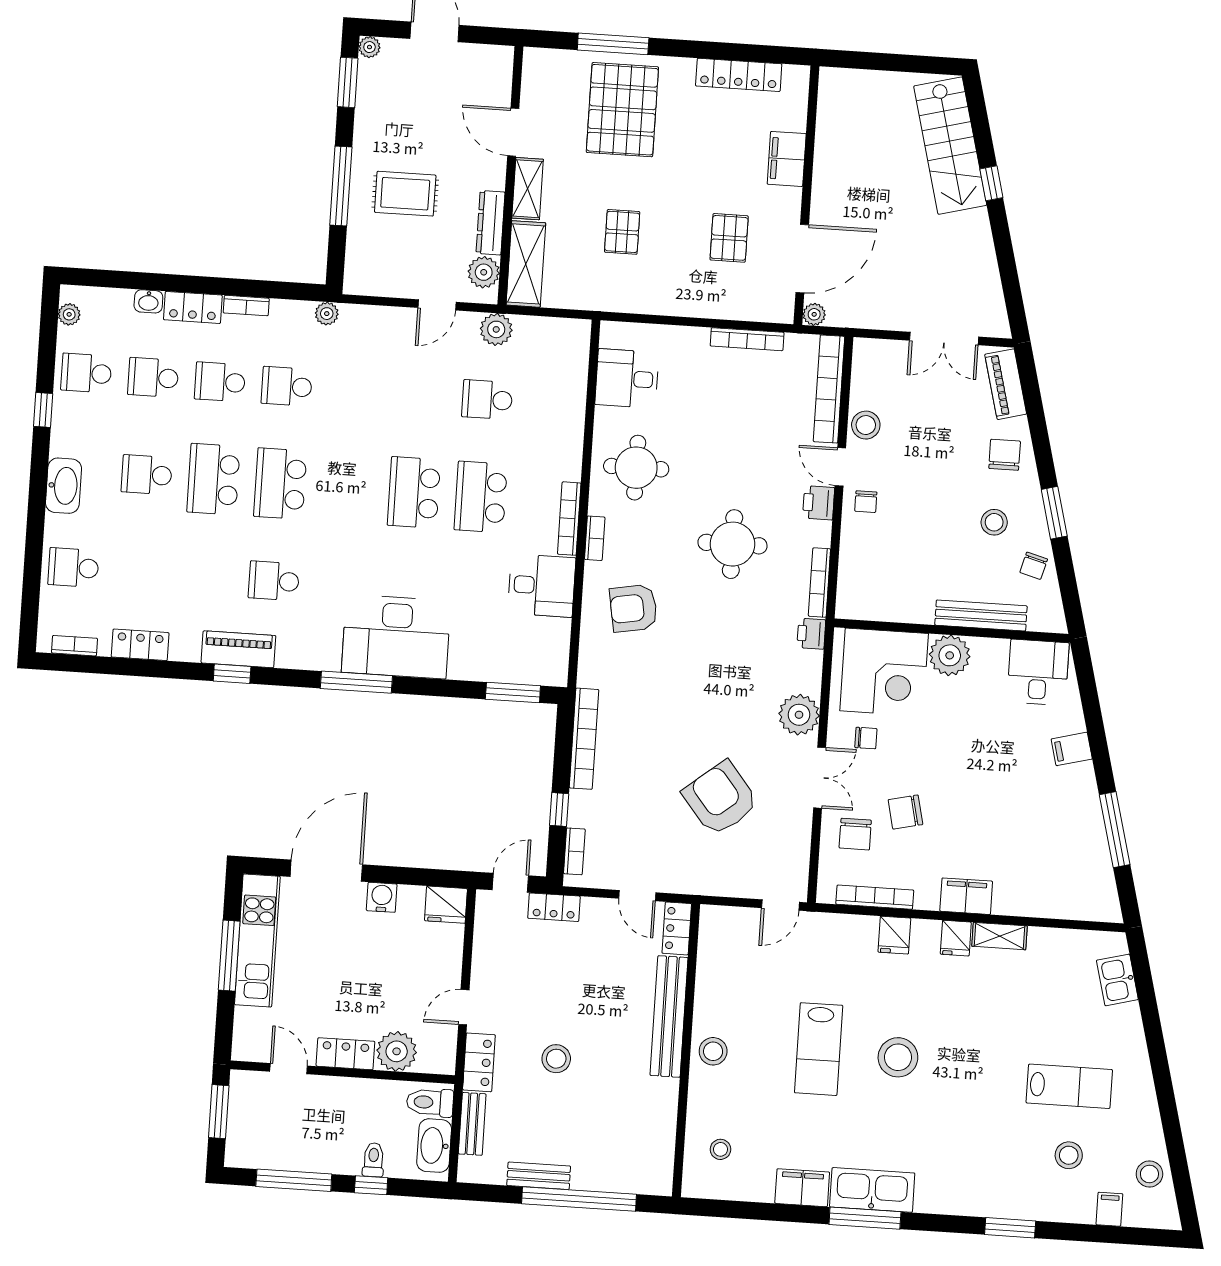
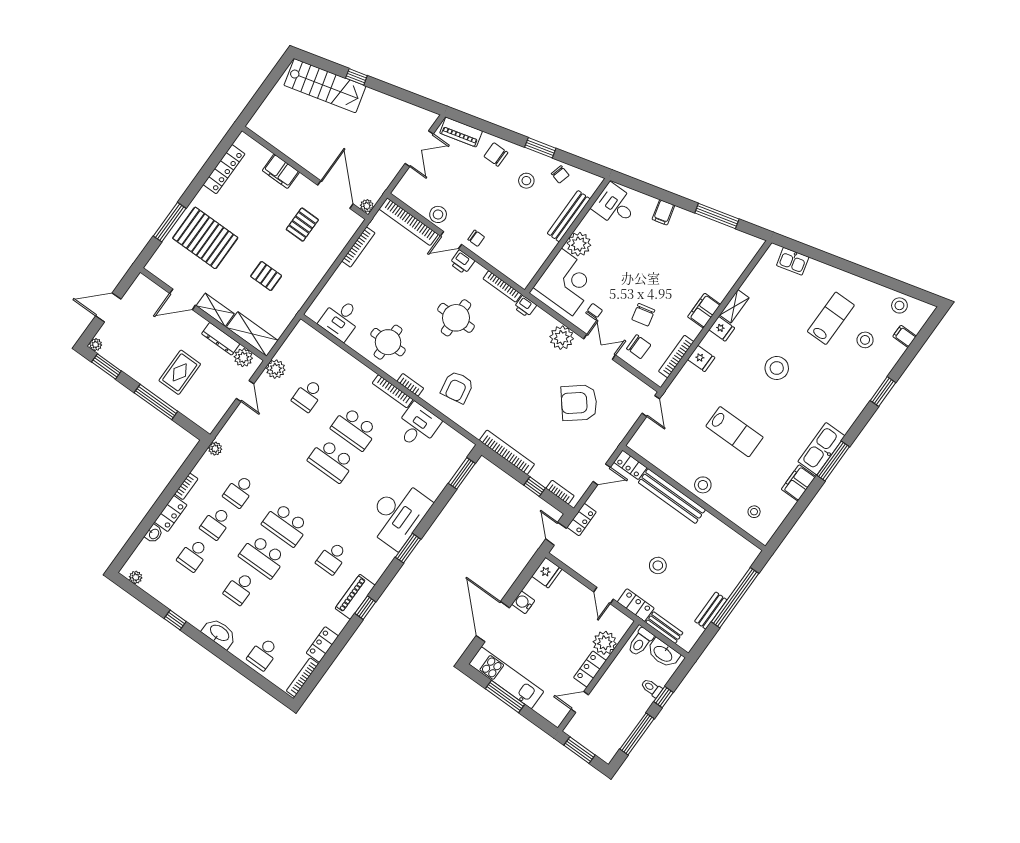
pallet: (729, 238) -> (302, 225), turned 90
school desk: (86, 373) -> (170, 587), removed
bookcase: (75, 646) -> (302, 677), width x1.56
window: (356, 682) -> (408, 548), width x0.69
stool: (898, 1057) -> (777, 368), moved

